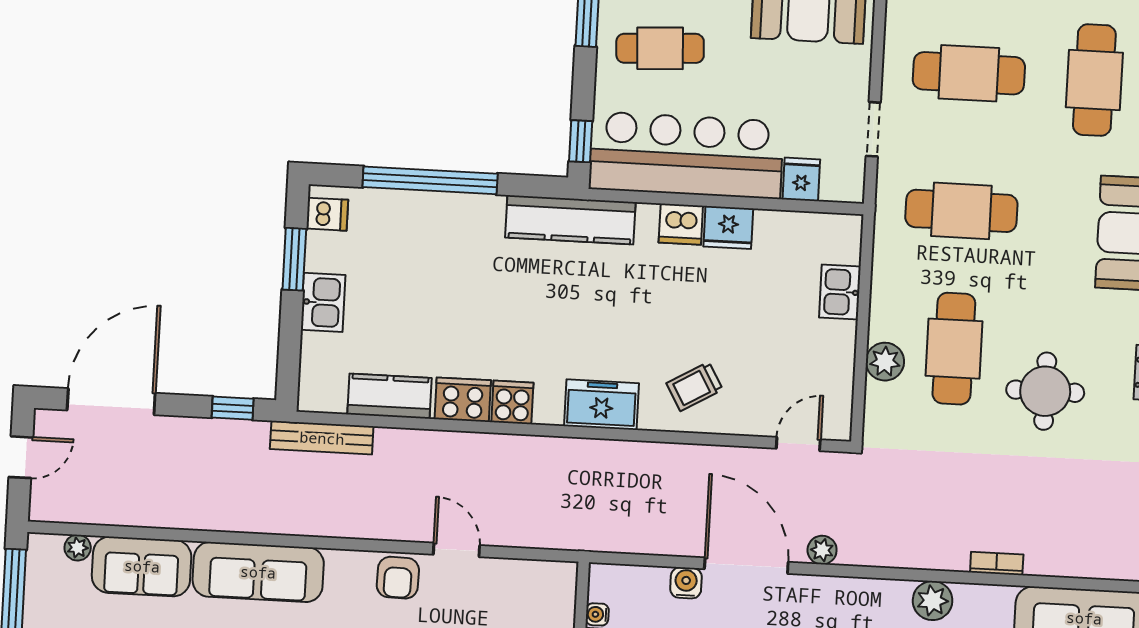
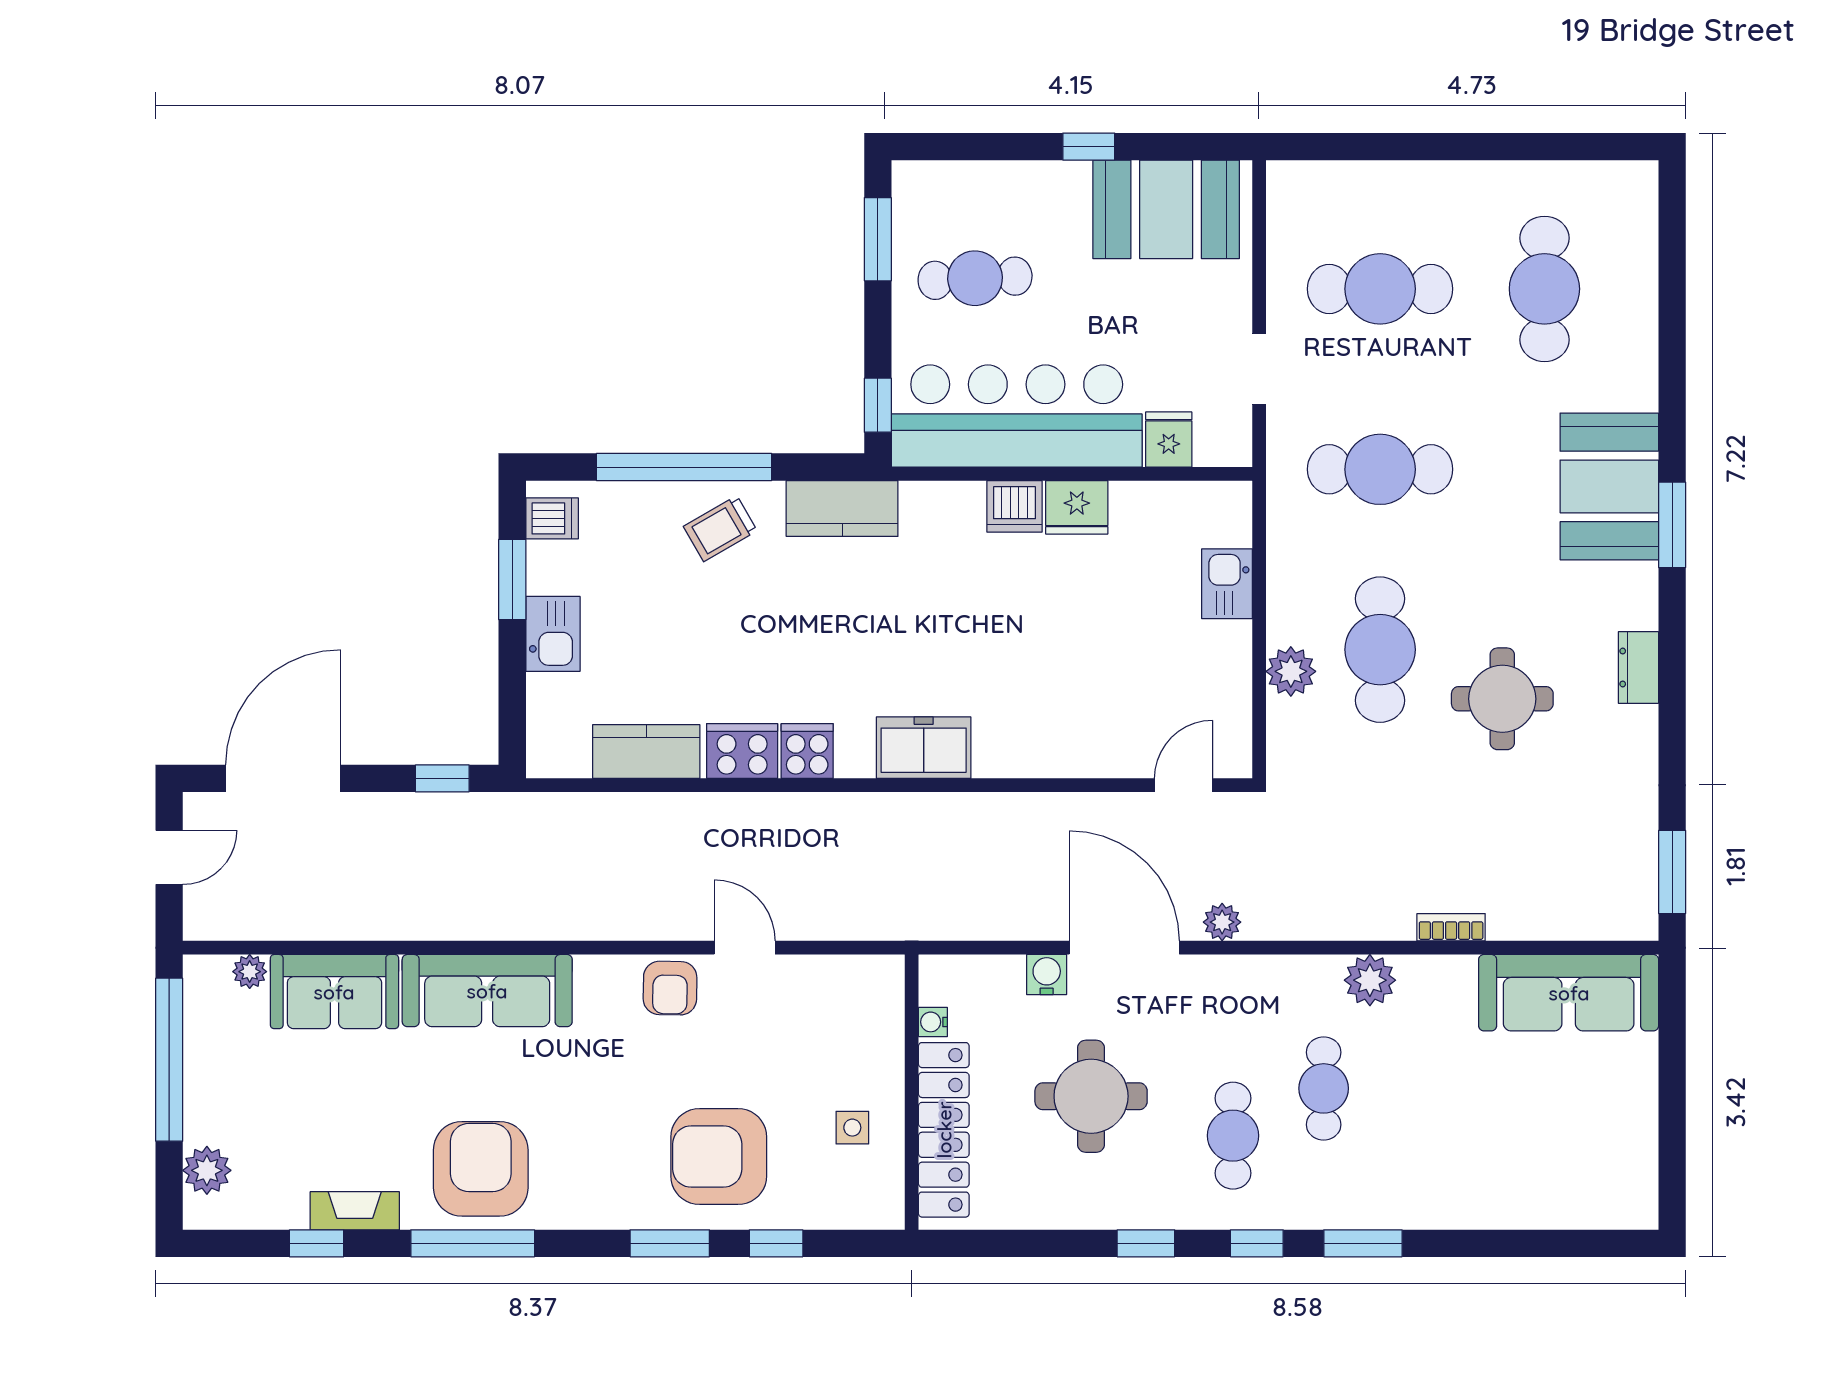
kitchen counter: (570, 220) -> (842, 509), width x0.67
trolley: (695, 386) -> (720, 529), moved
bench: (322, 438) -> (561, 811), removed

